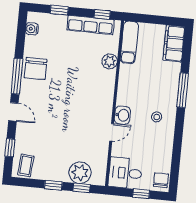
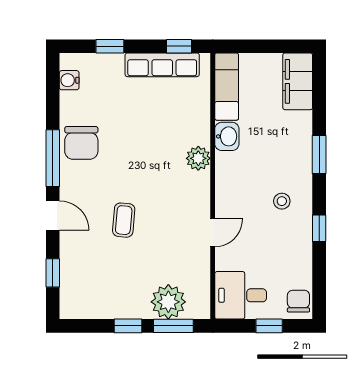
plant: (110, 61) -> (198, 158), moved
window: (183, 90) -> (319, 154), width x0.69
washbasin: (122, 115) -> (227, 136), moved
window: (178, 136) -> (319, 228), added
coffee table: (26, 165) -> (124, 220), moved
window: (82, 188) -> (173, 326), width x1.50

